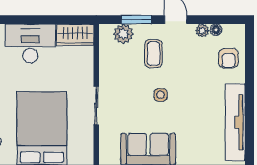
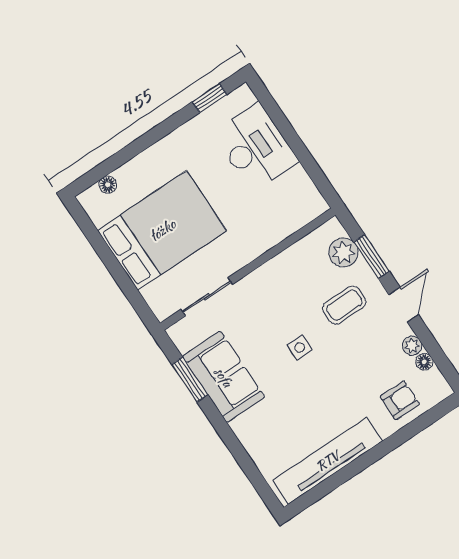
wardrobe: (75, 35) -> (303, 195), removed
armchair: (229, 58) -> (400, 400), turned 180
sliding door: (96, 105) -> (207, 297), moved

